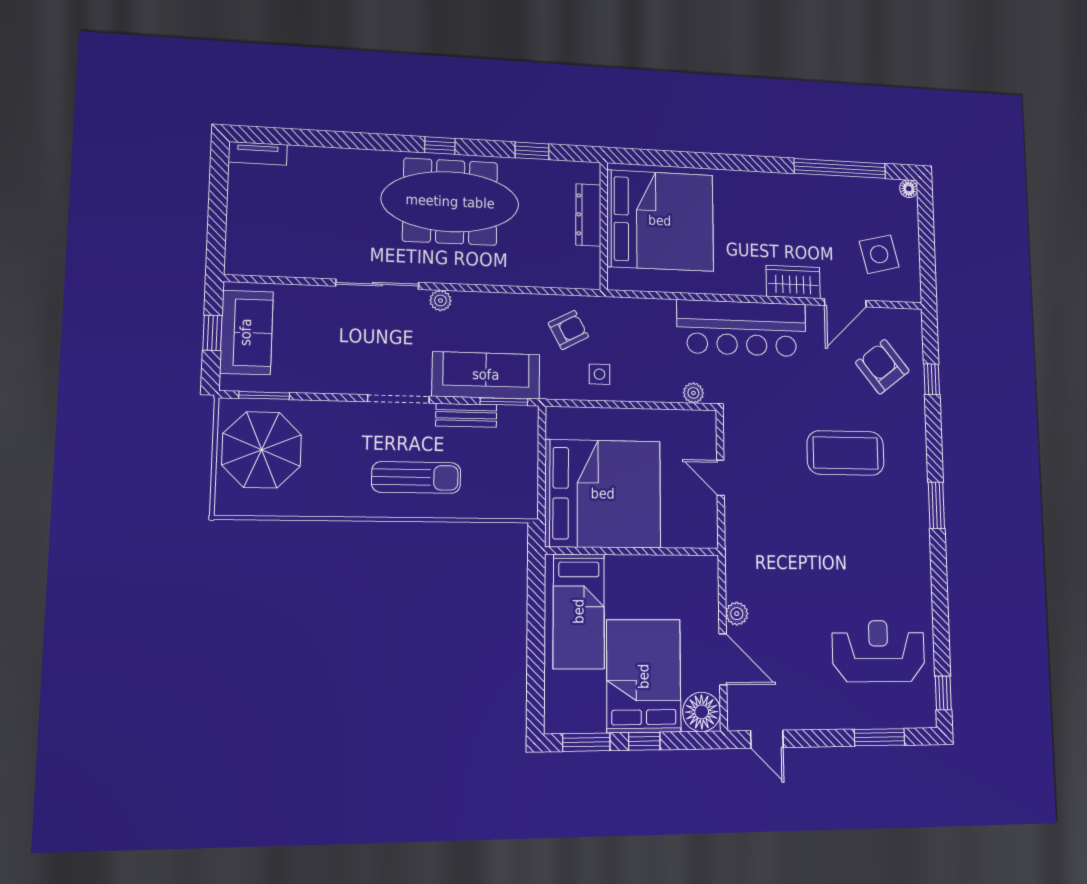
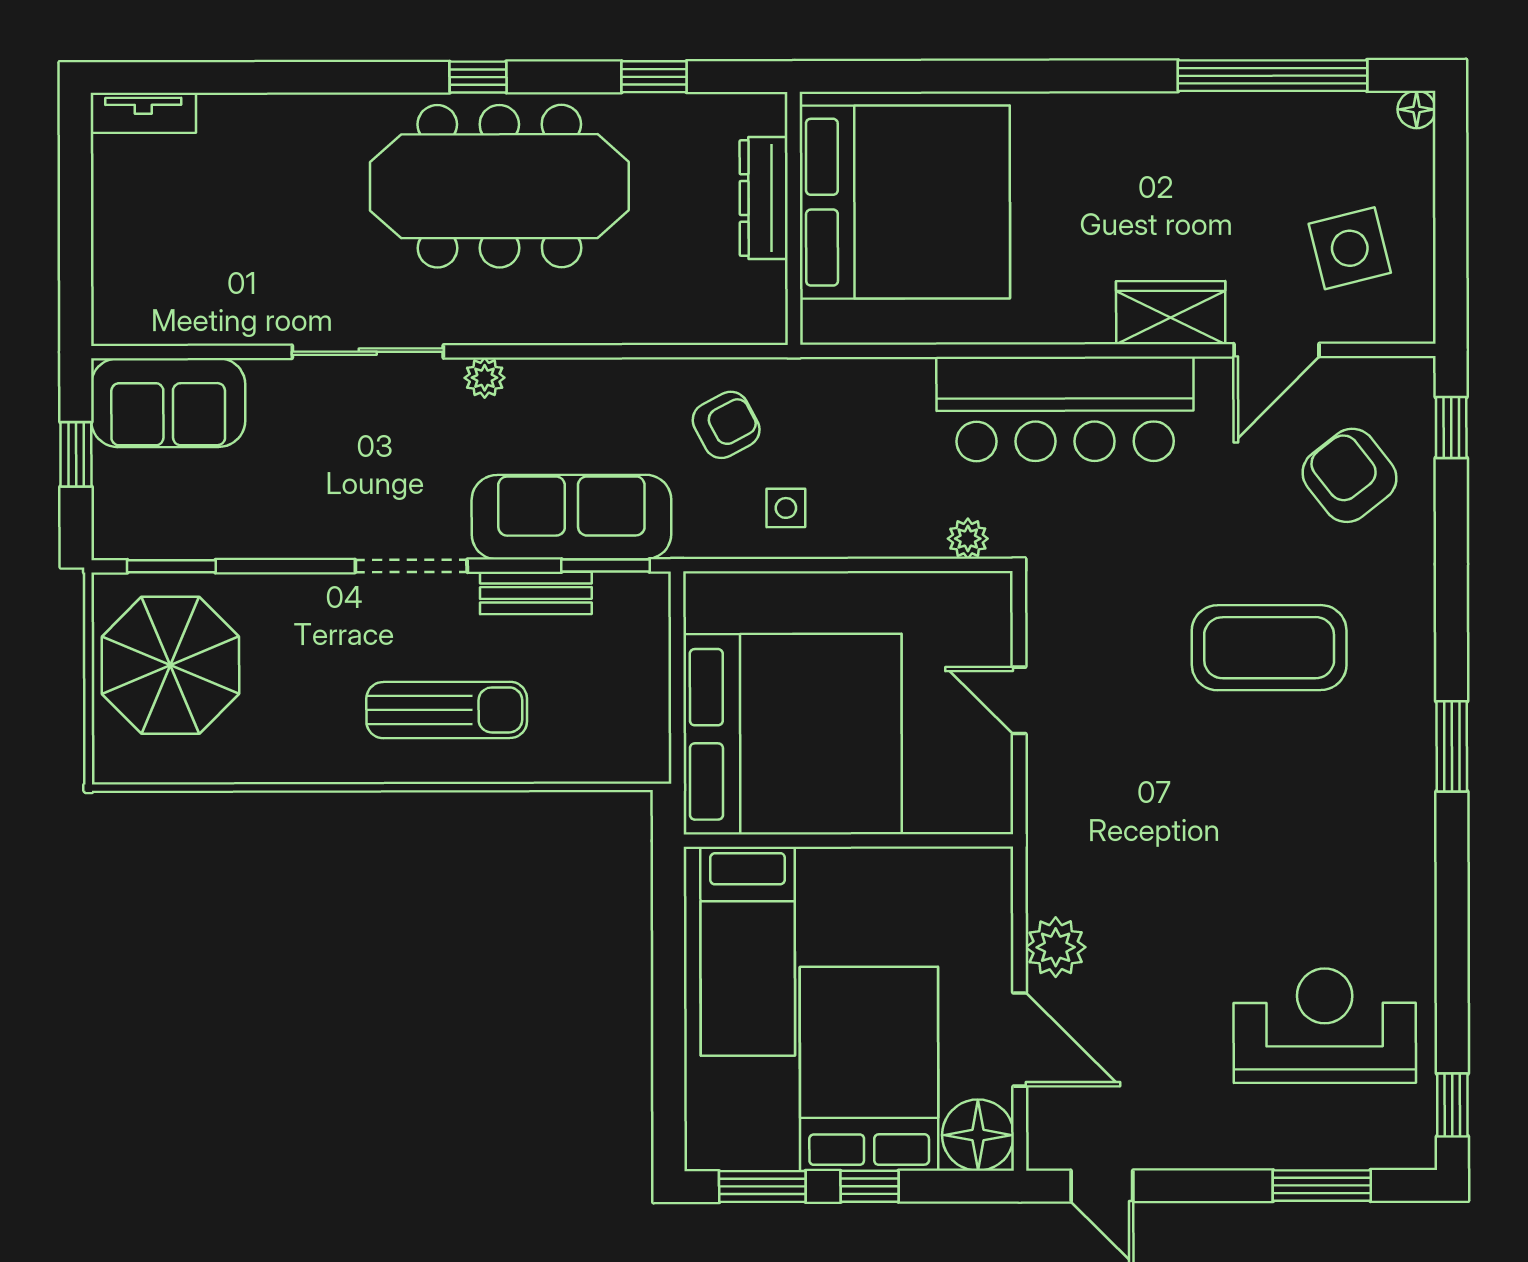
sofa: (246, 332) -> (168, 403), moved, turned 90
window: (932, 379) -> (1451, 427), moved
plant: (737, 614) -> (1056, 947), width x1.38, depth x1.38

